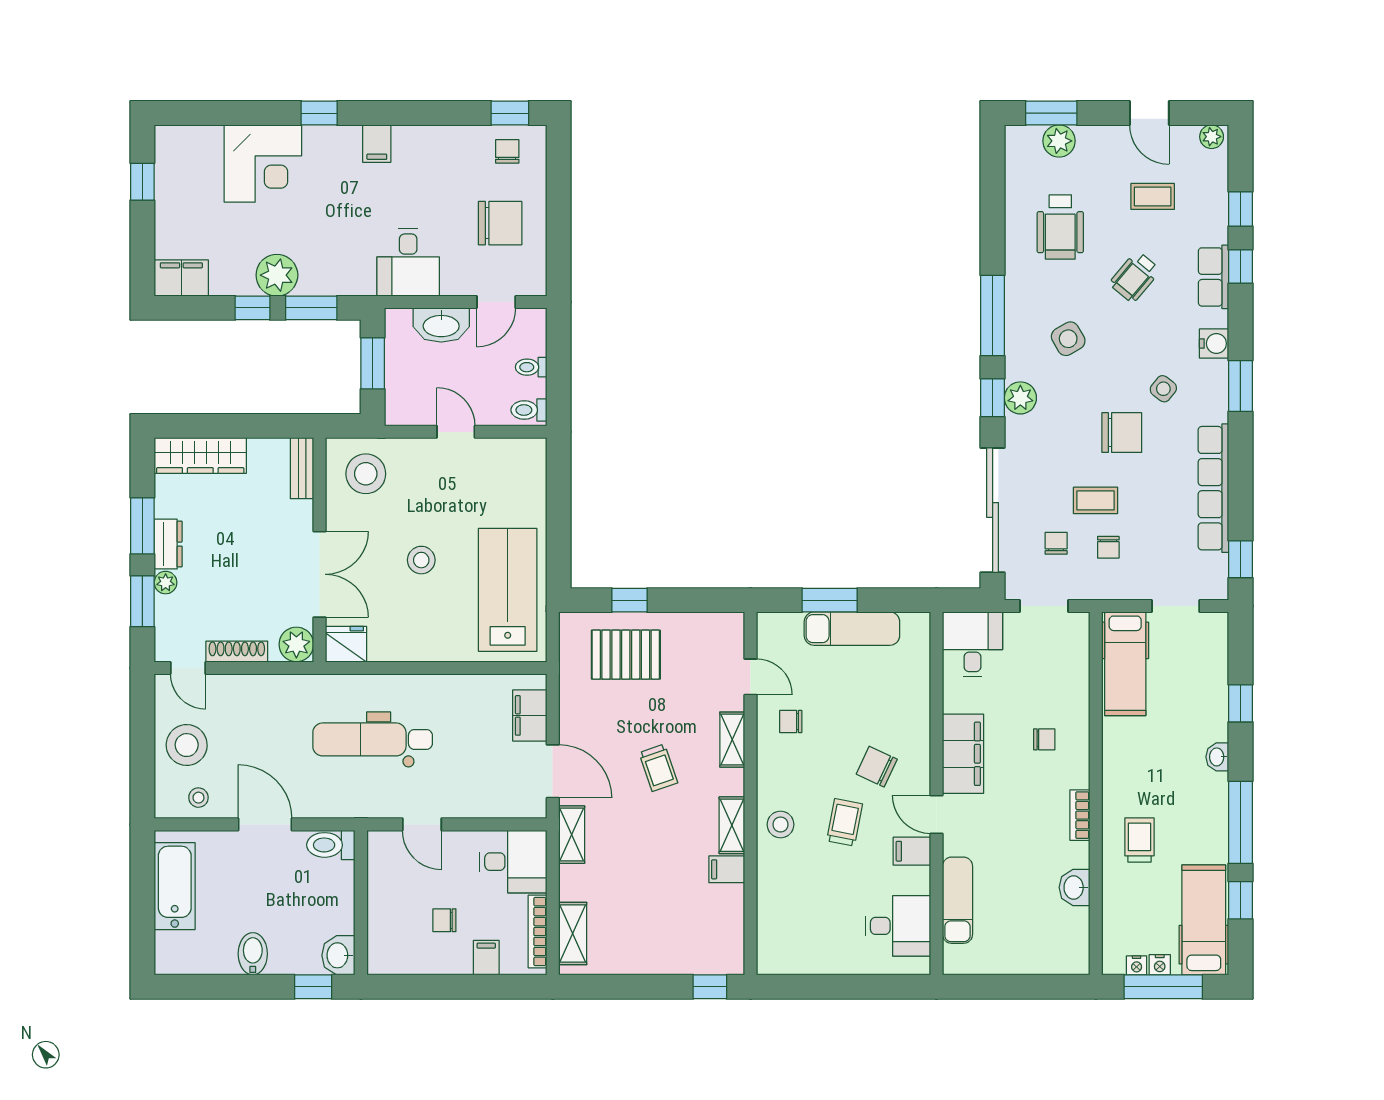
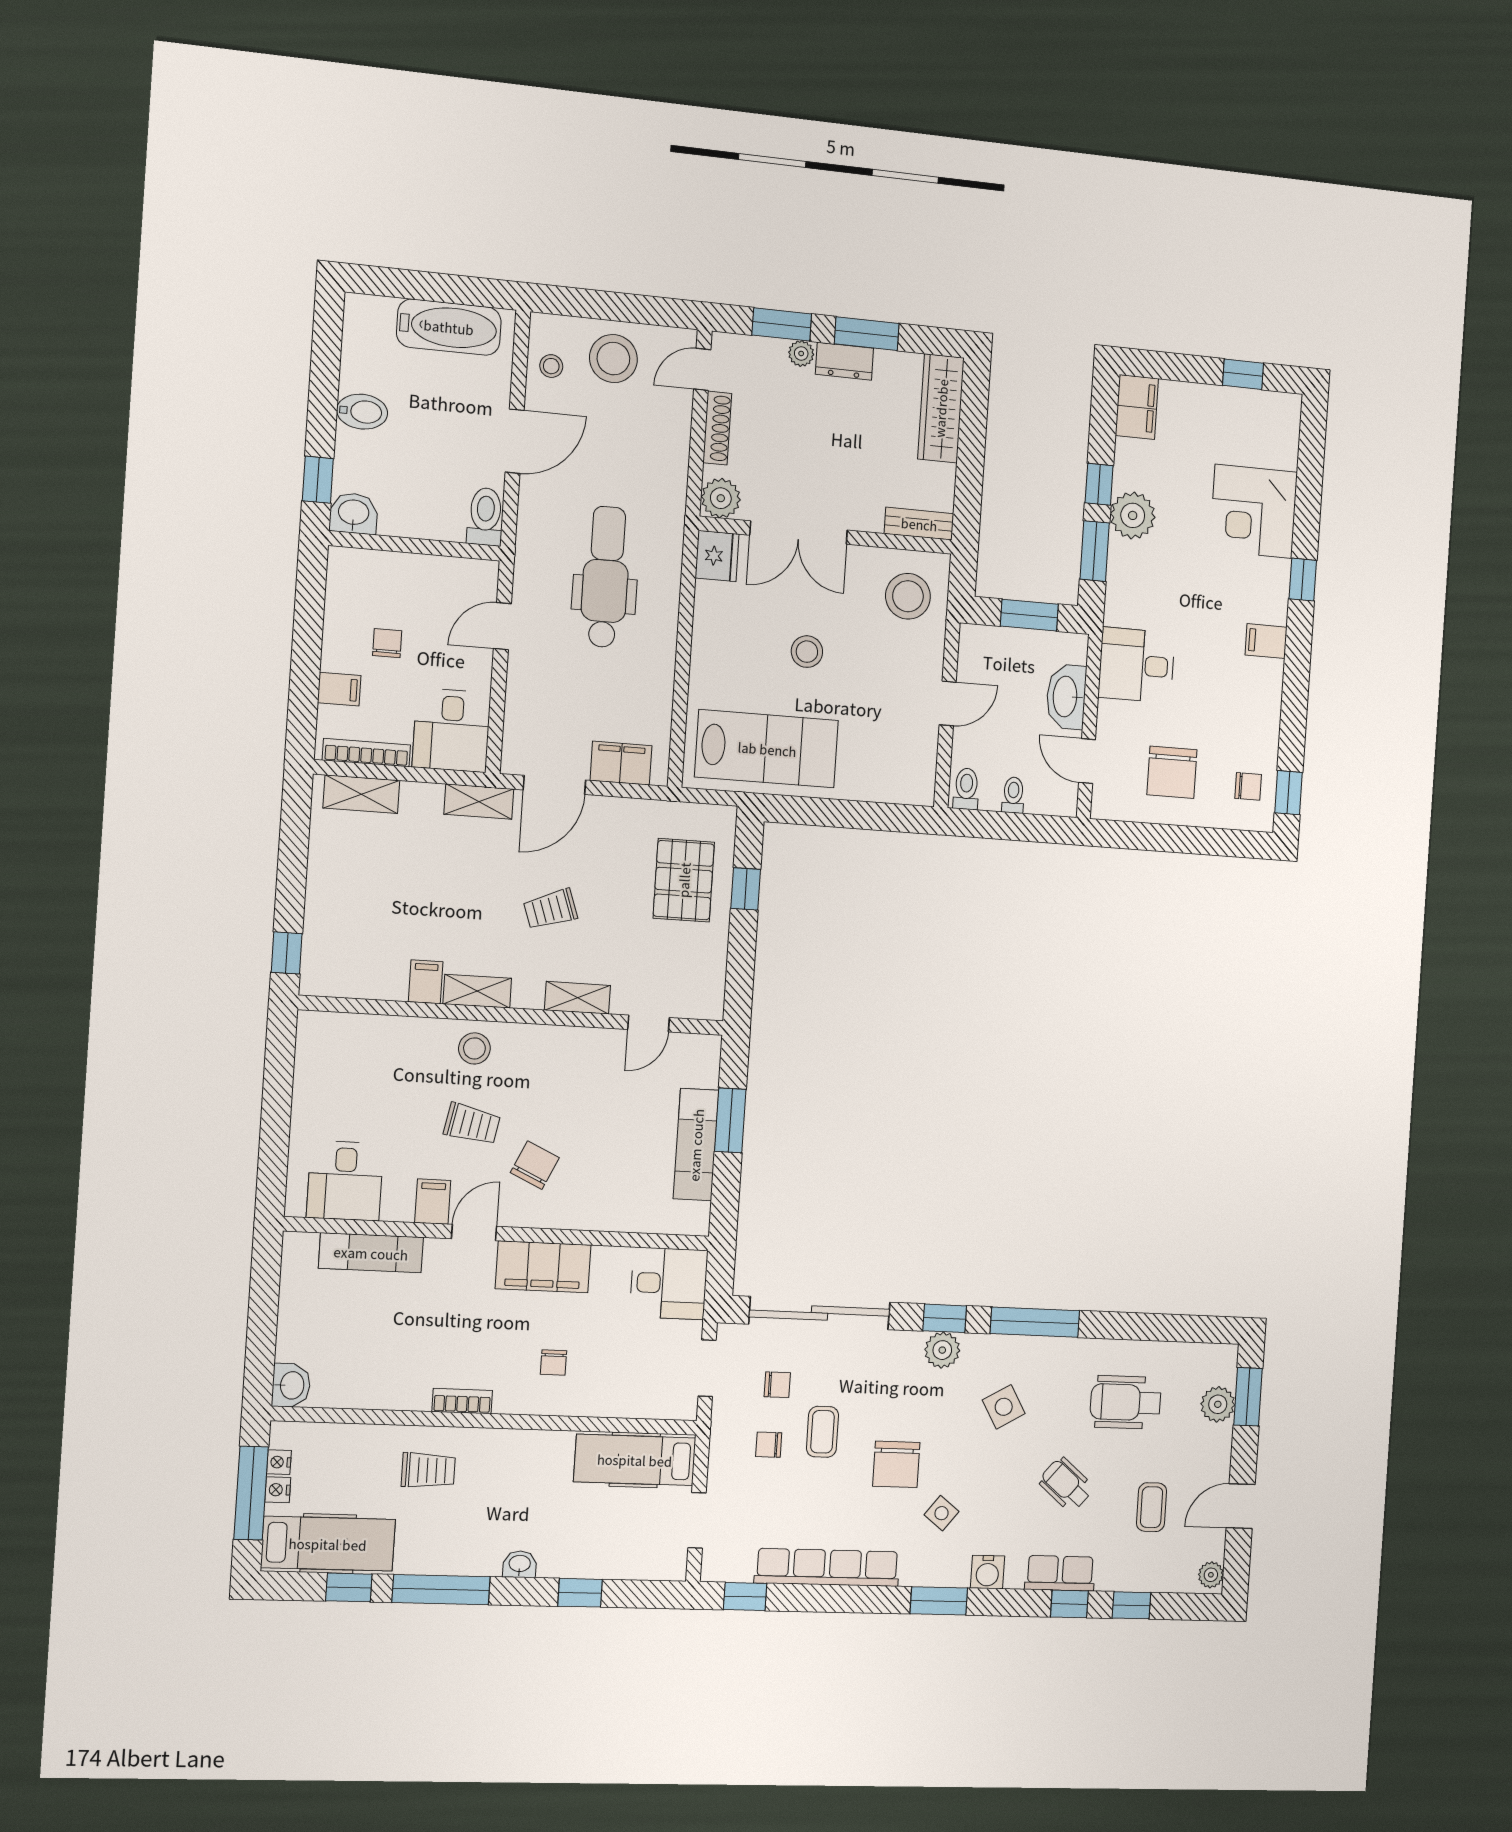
chair: (791, 721) -> (594, 1067), removed
washbasin: (1075, 887) -> (291, 1385), moved, turned 90

